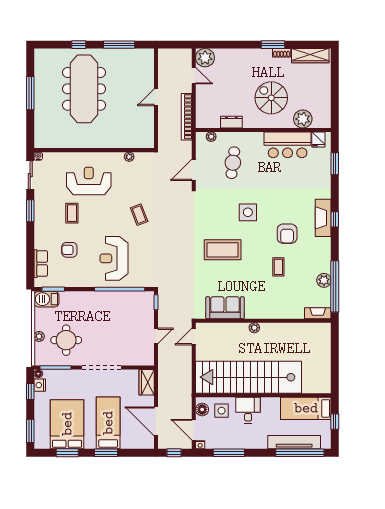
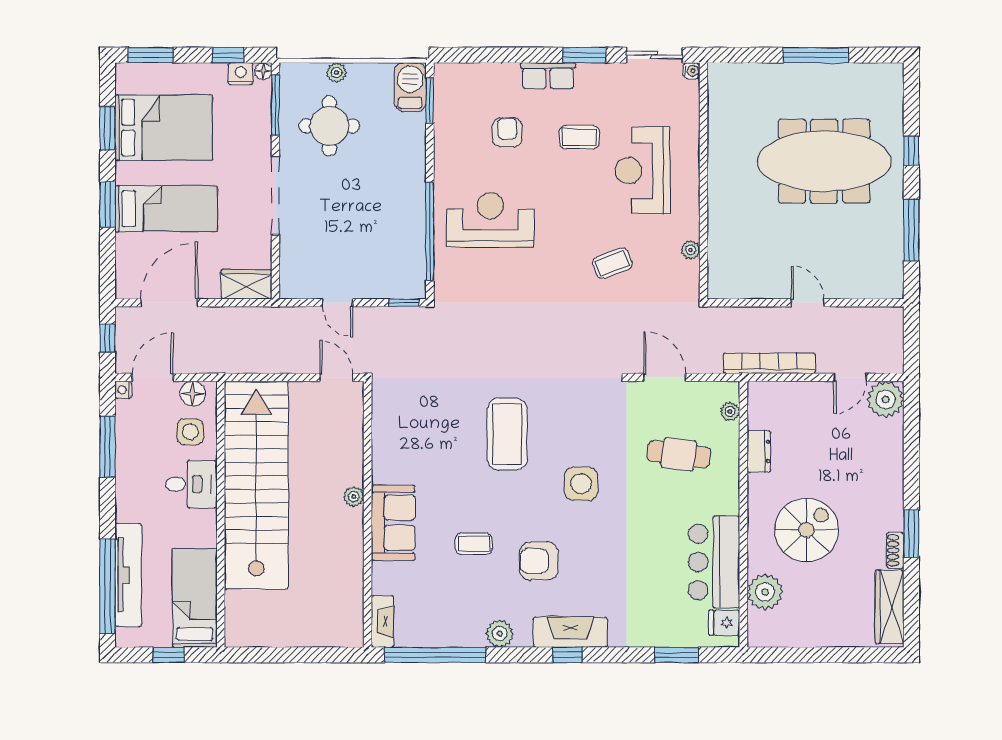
reception desk: (89, 181) -> (643, 171), turned 180
coffee table: (139, 215) -> (612, 263), moved
row of seats: (41, 264) -> (548, 76), moved
plant: (324, 280) -> (500, 634), moved
sofa: (225, 308) -> (393, 523), moved

